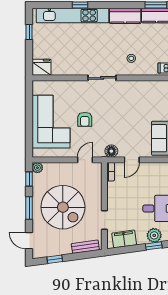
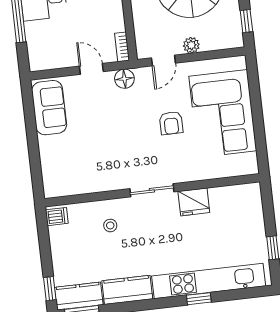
fridge: (42, 67) -> (194, 202), moved
armchair: (85, 119) -> (171, 123), turned 180
door: (132, 160) -> (91, 69), hinge flipped
plant: (37, 168) -> (191, 45), moved

